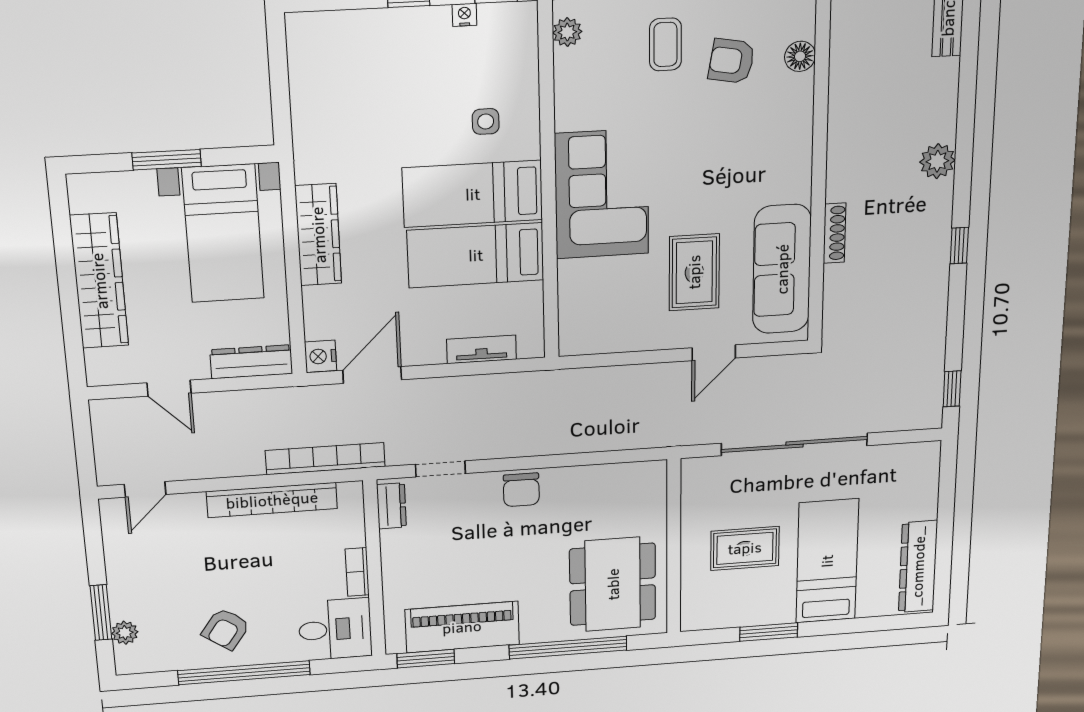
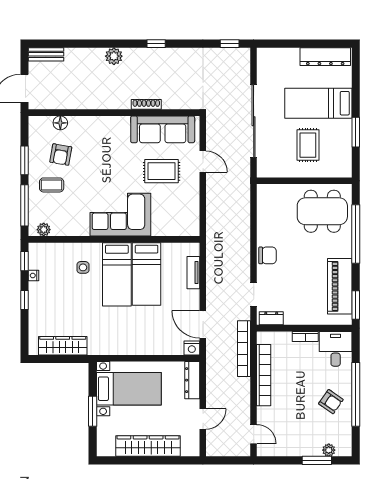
wardrobe: (318, 235) -> (63, 346), moved

